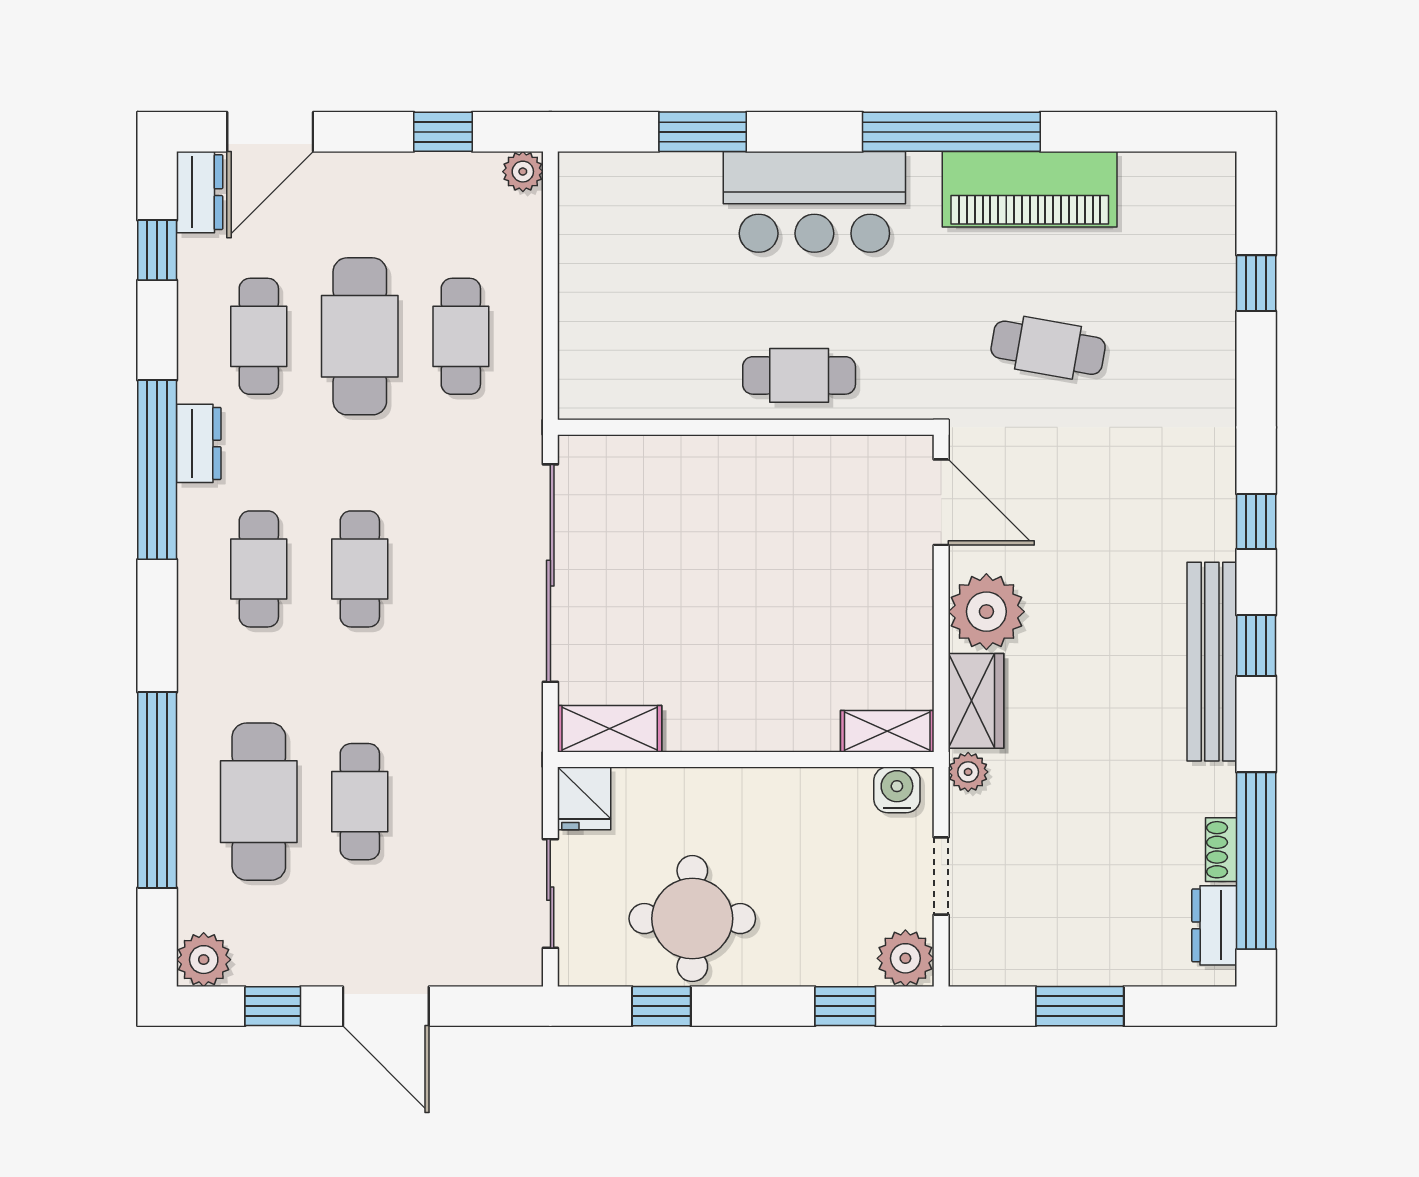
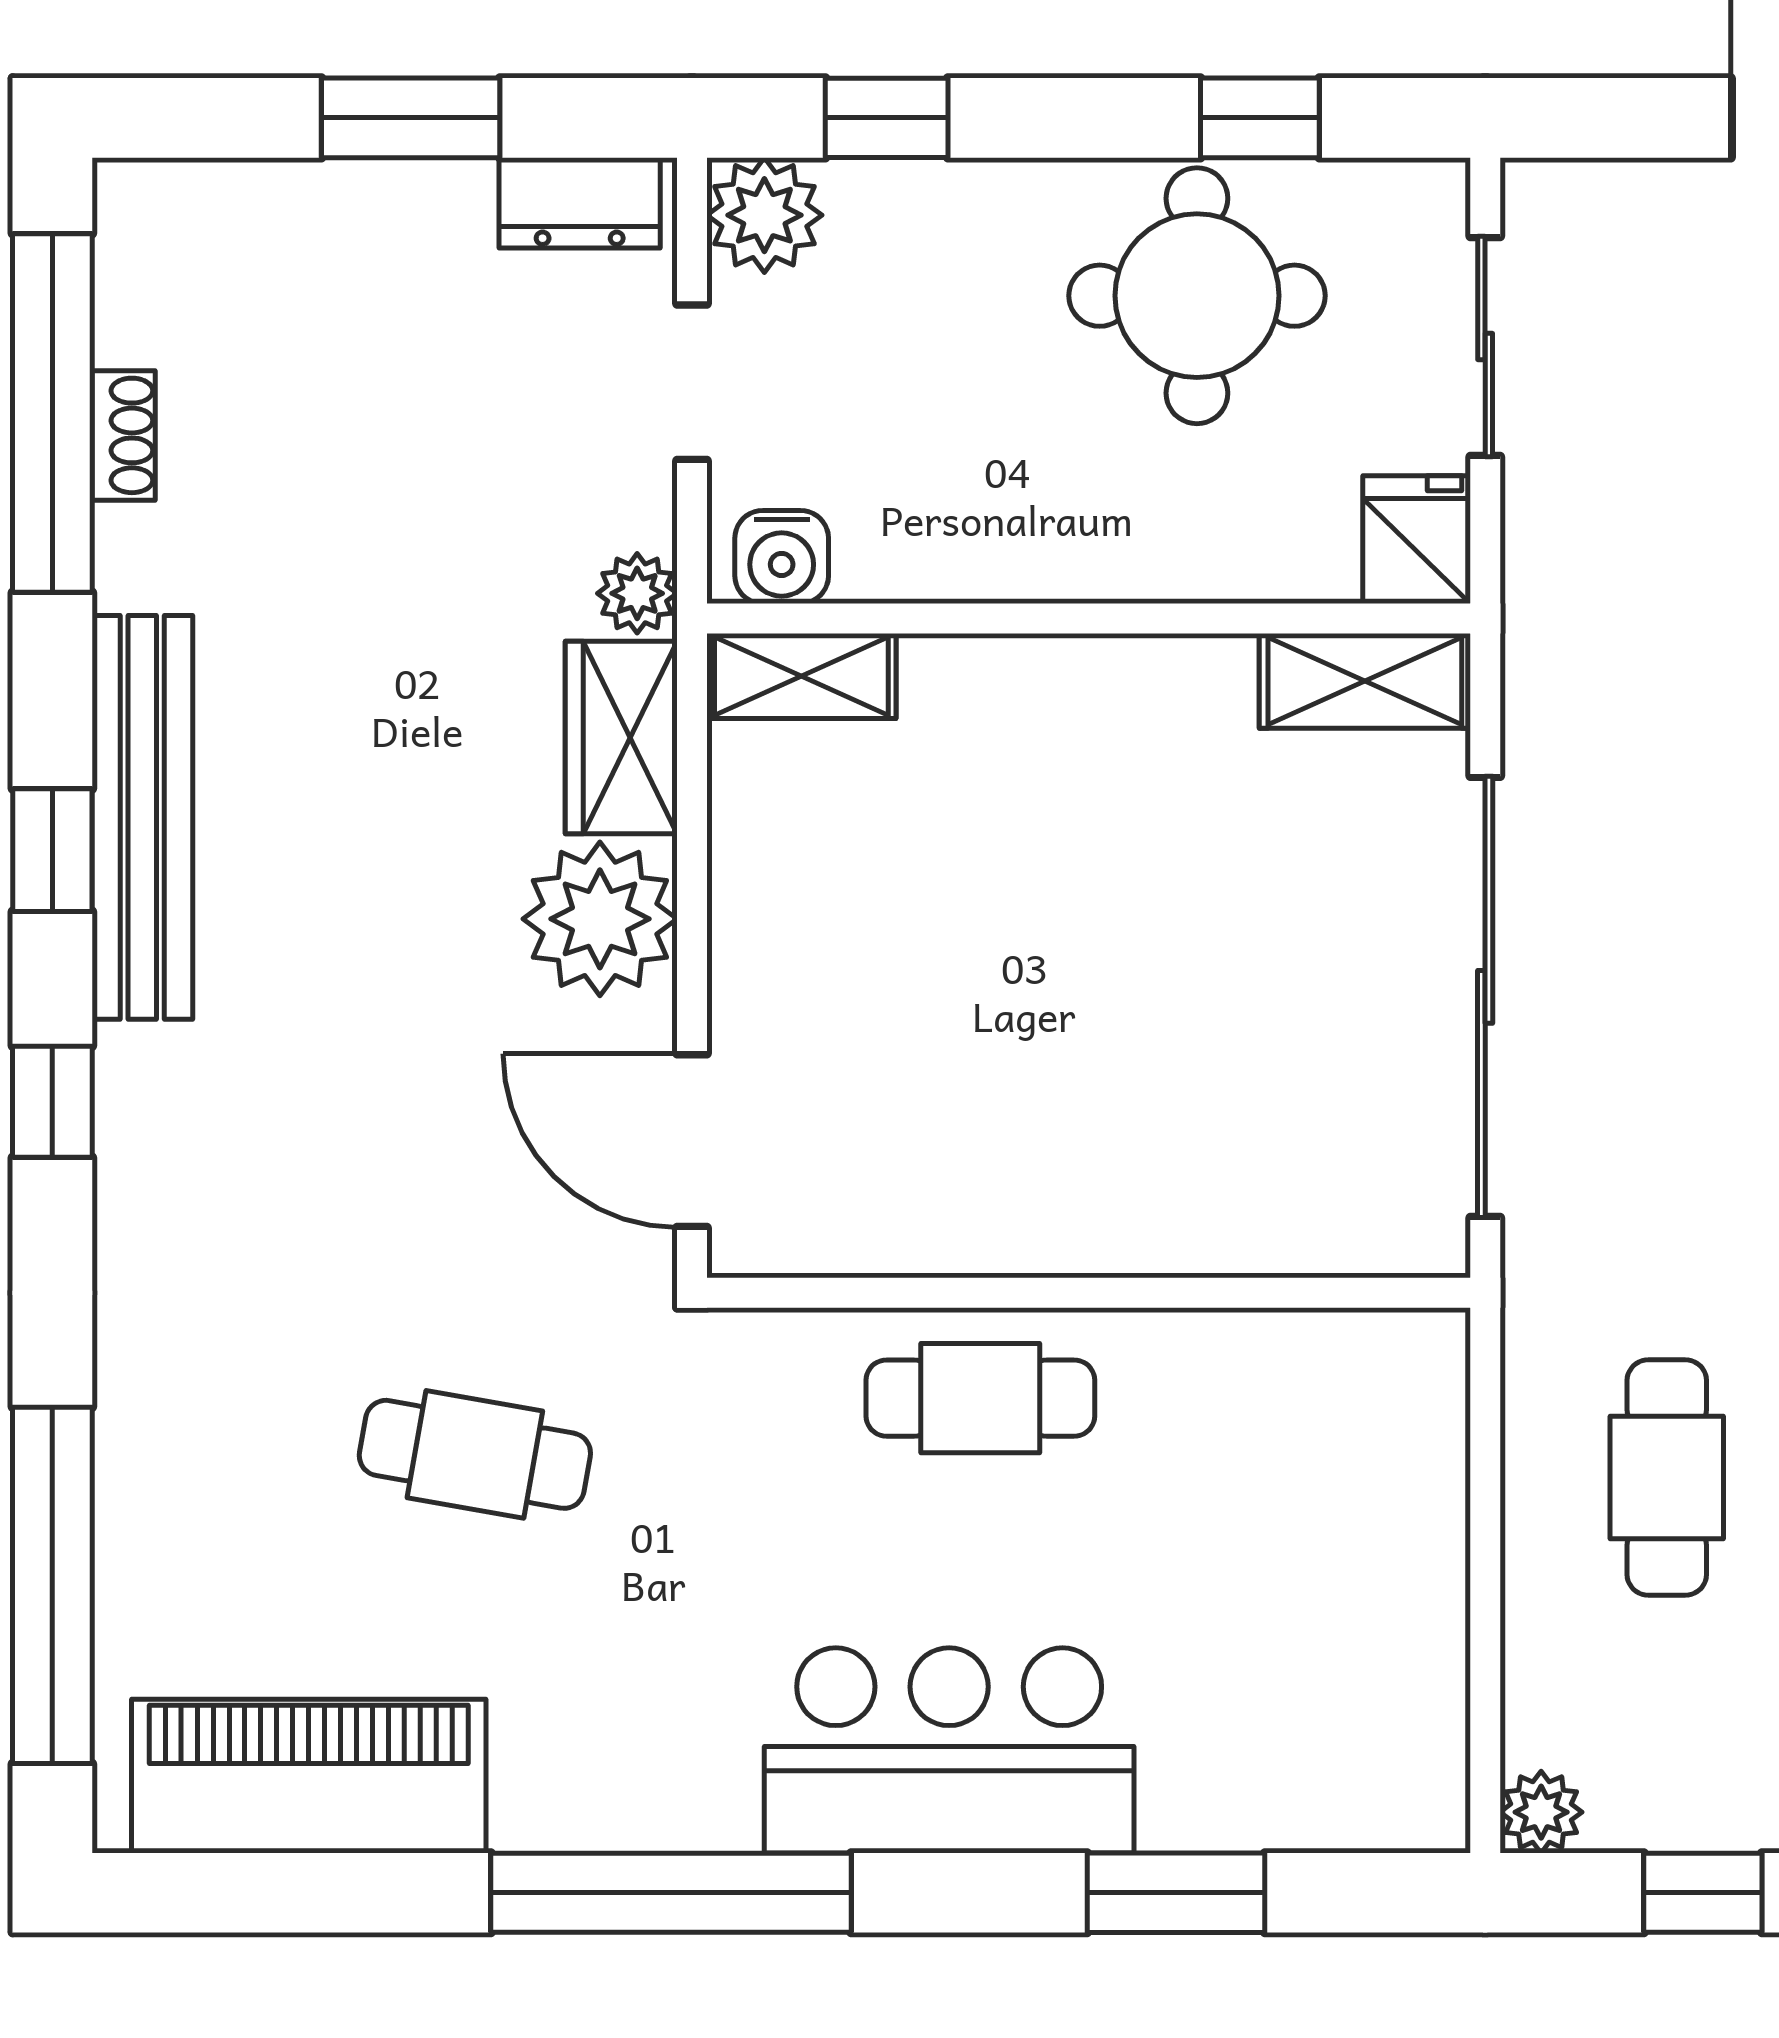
piano: (1030, 189) -> (309, 1776), moved
window: (1256, 283) -> (52, 1585), width x3.17
dresser: (1214, 925) -> (580, 203), moved, turned 90

